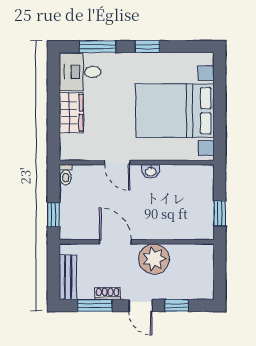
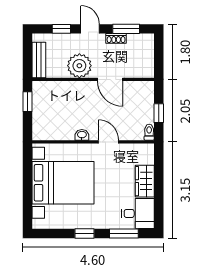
window: (54, 215) -> (159, 113), moved
bench: (68, 277) -> (39, 60), moved

